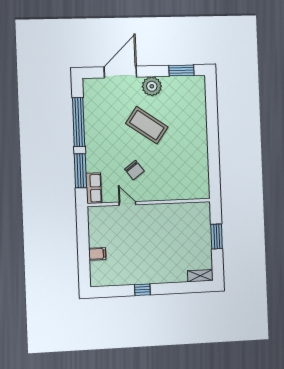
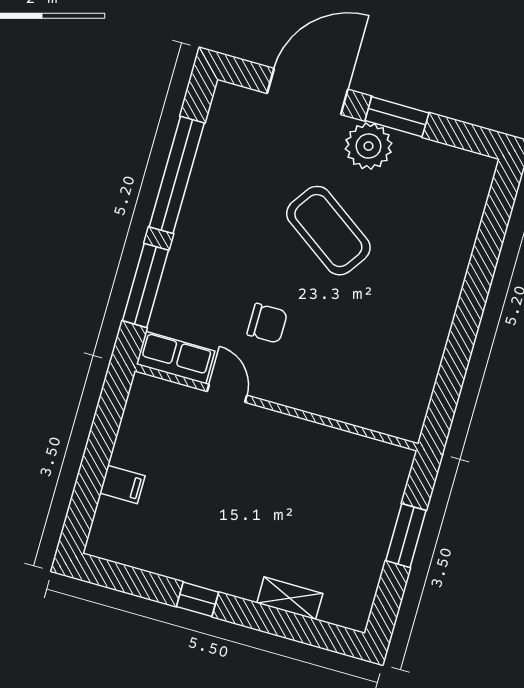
window: (181, 70) -> (397, 117), moved
chair: (134, 170) -> (267, 323), turned -53
row of seats: (94, 188) -> (176, 358), moved, turned -90
shelving: (200, 276) -> (290, 598), moved

